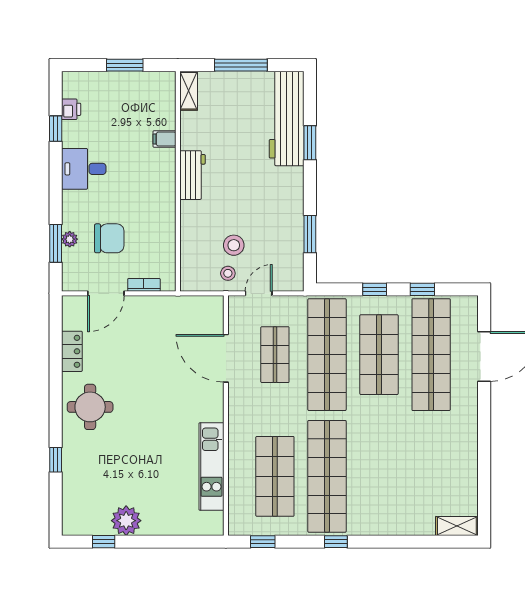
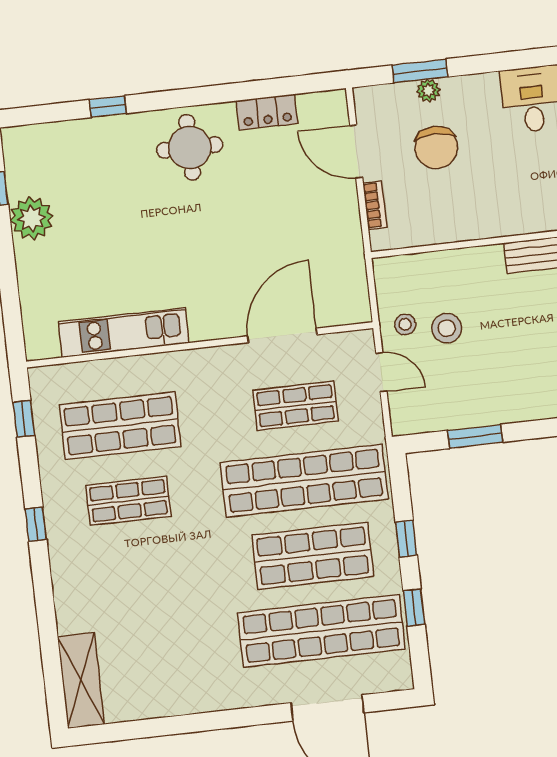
shop shelf: (327, 476) -> (129, 501), width x0.50, depth x0.74
shelving: (457, 526) -> (81, 680), width x1.50, depth x1.33

